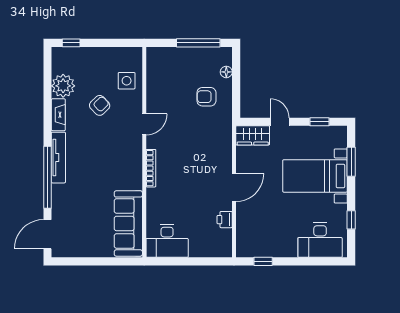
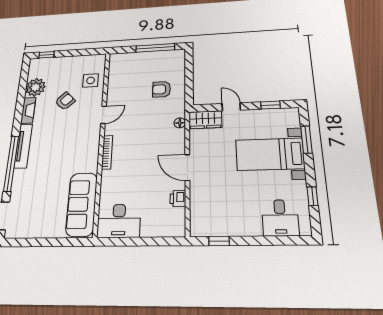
floor lamp: (226, 72) -> (180, 123), moved
door: (234, 188) -> (187, 168), swing flipped
desk: (320, 240) -> (280, 218), width x0.73

